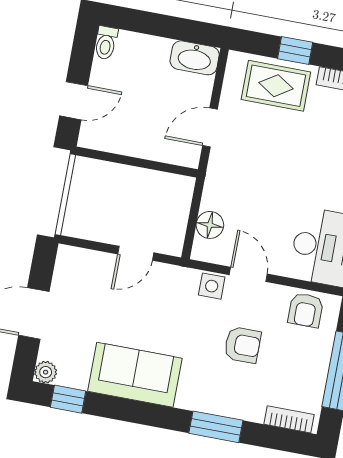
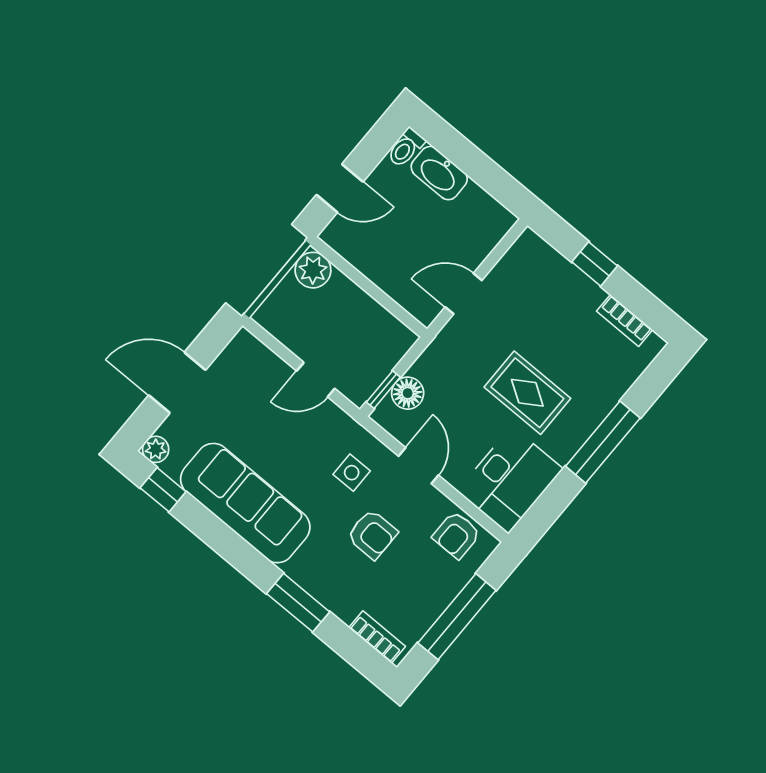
washbasin: (195, 58) -> (439, 173), moved
rug: (276, 86) -> (527, 393), moved
plant: (88, 173) -> (313, 270), added
window: (190, 233) -> (383, 390), added
side table: (212, 286) -> (352, 473), moved
sofa: (135, 375) -> (245, 503), width x1.36

